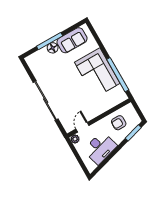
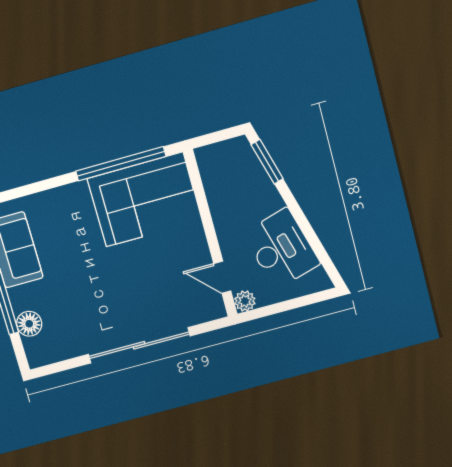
floor lamp: (53, 48) -> (29, 324), moved
corner sofa: (97, 73) -> (144, 200), moved
armchair: (119, 123) -> (234, 190), removed

